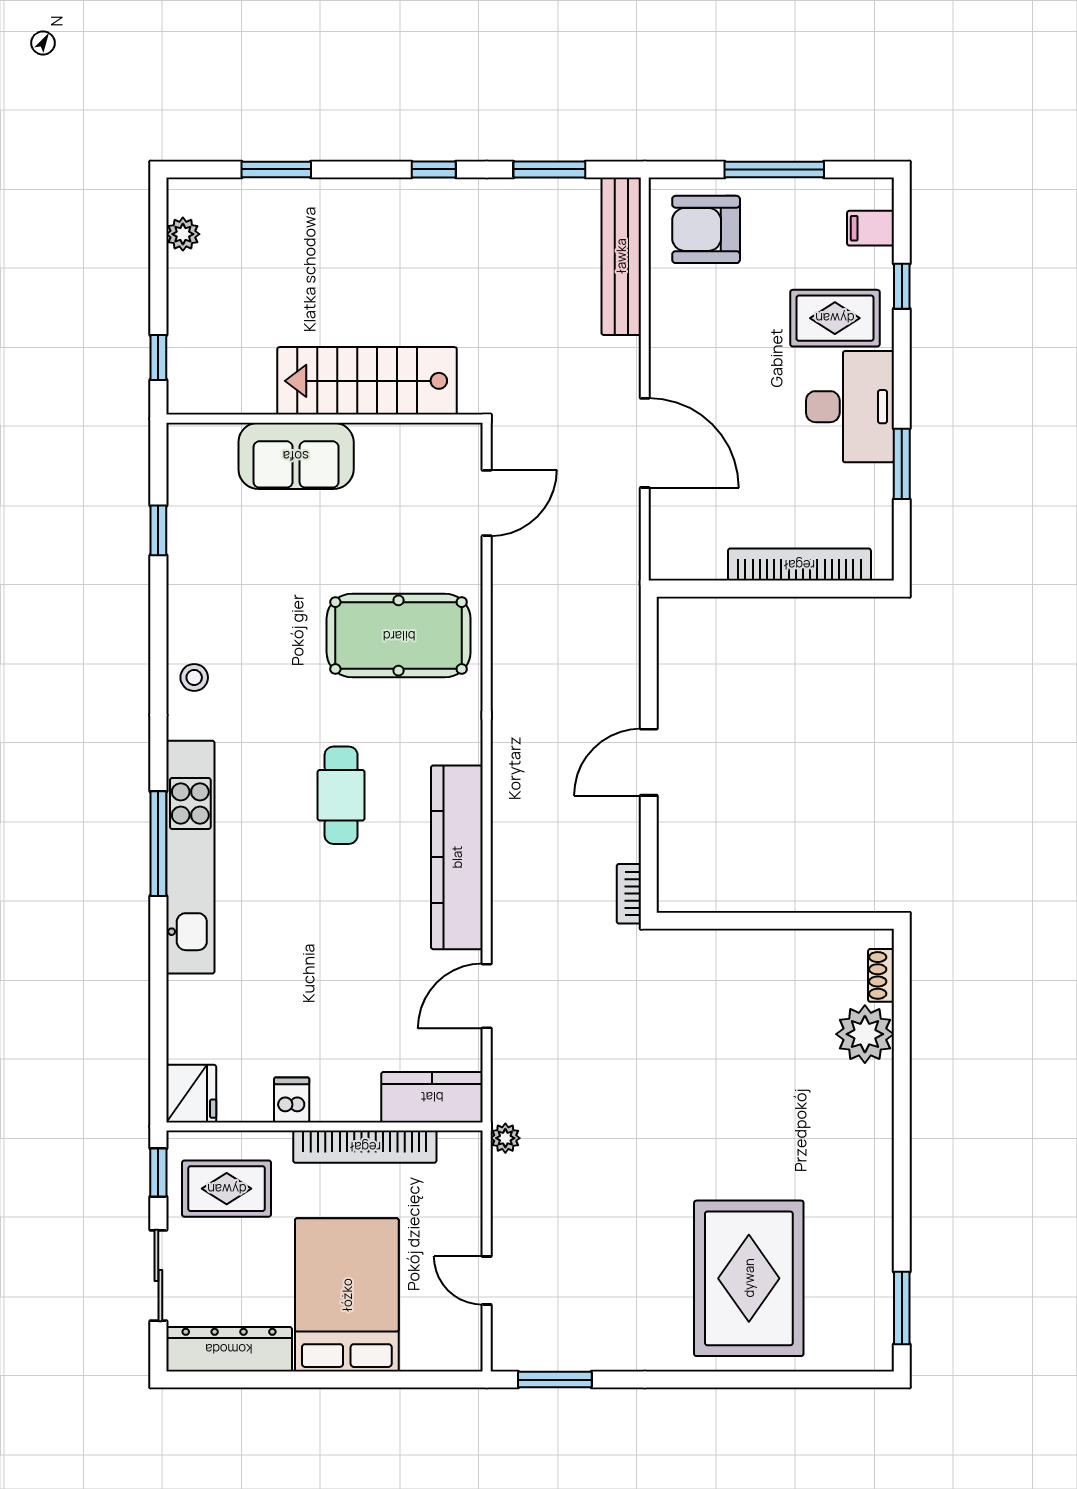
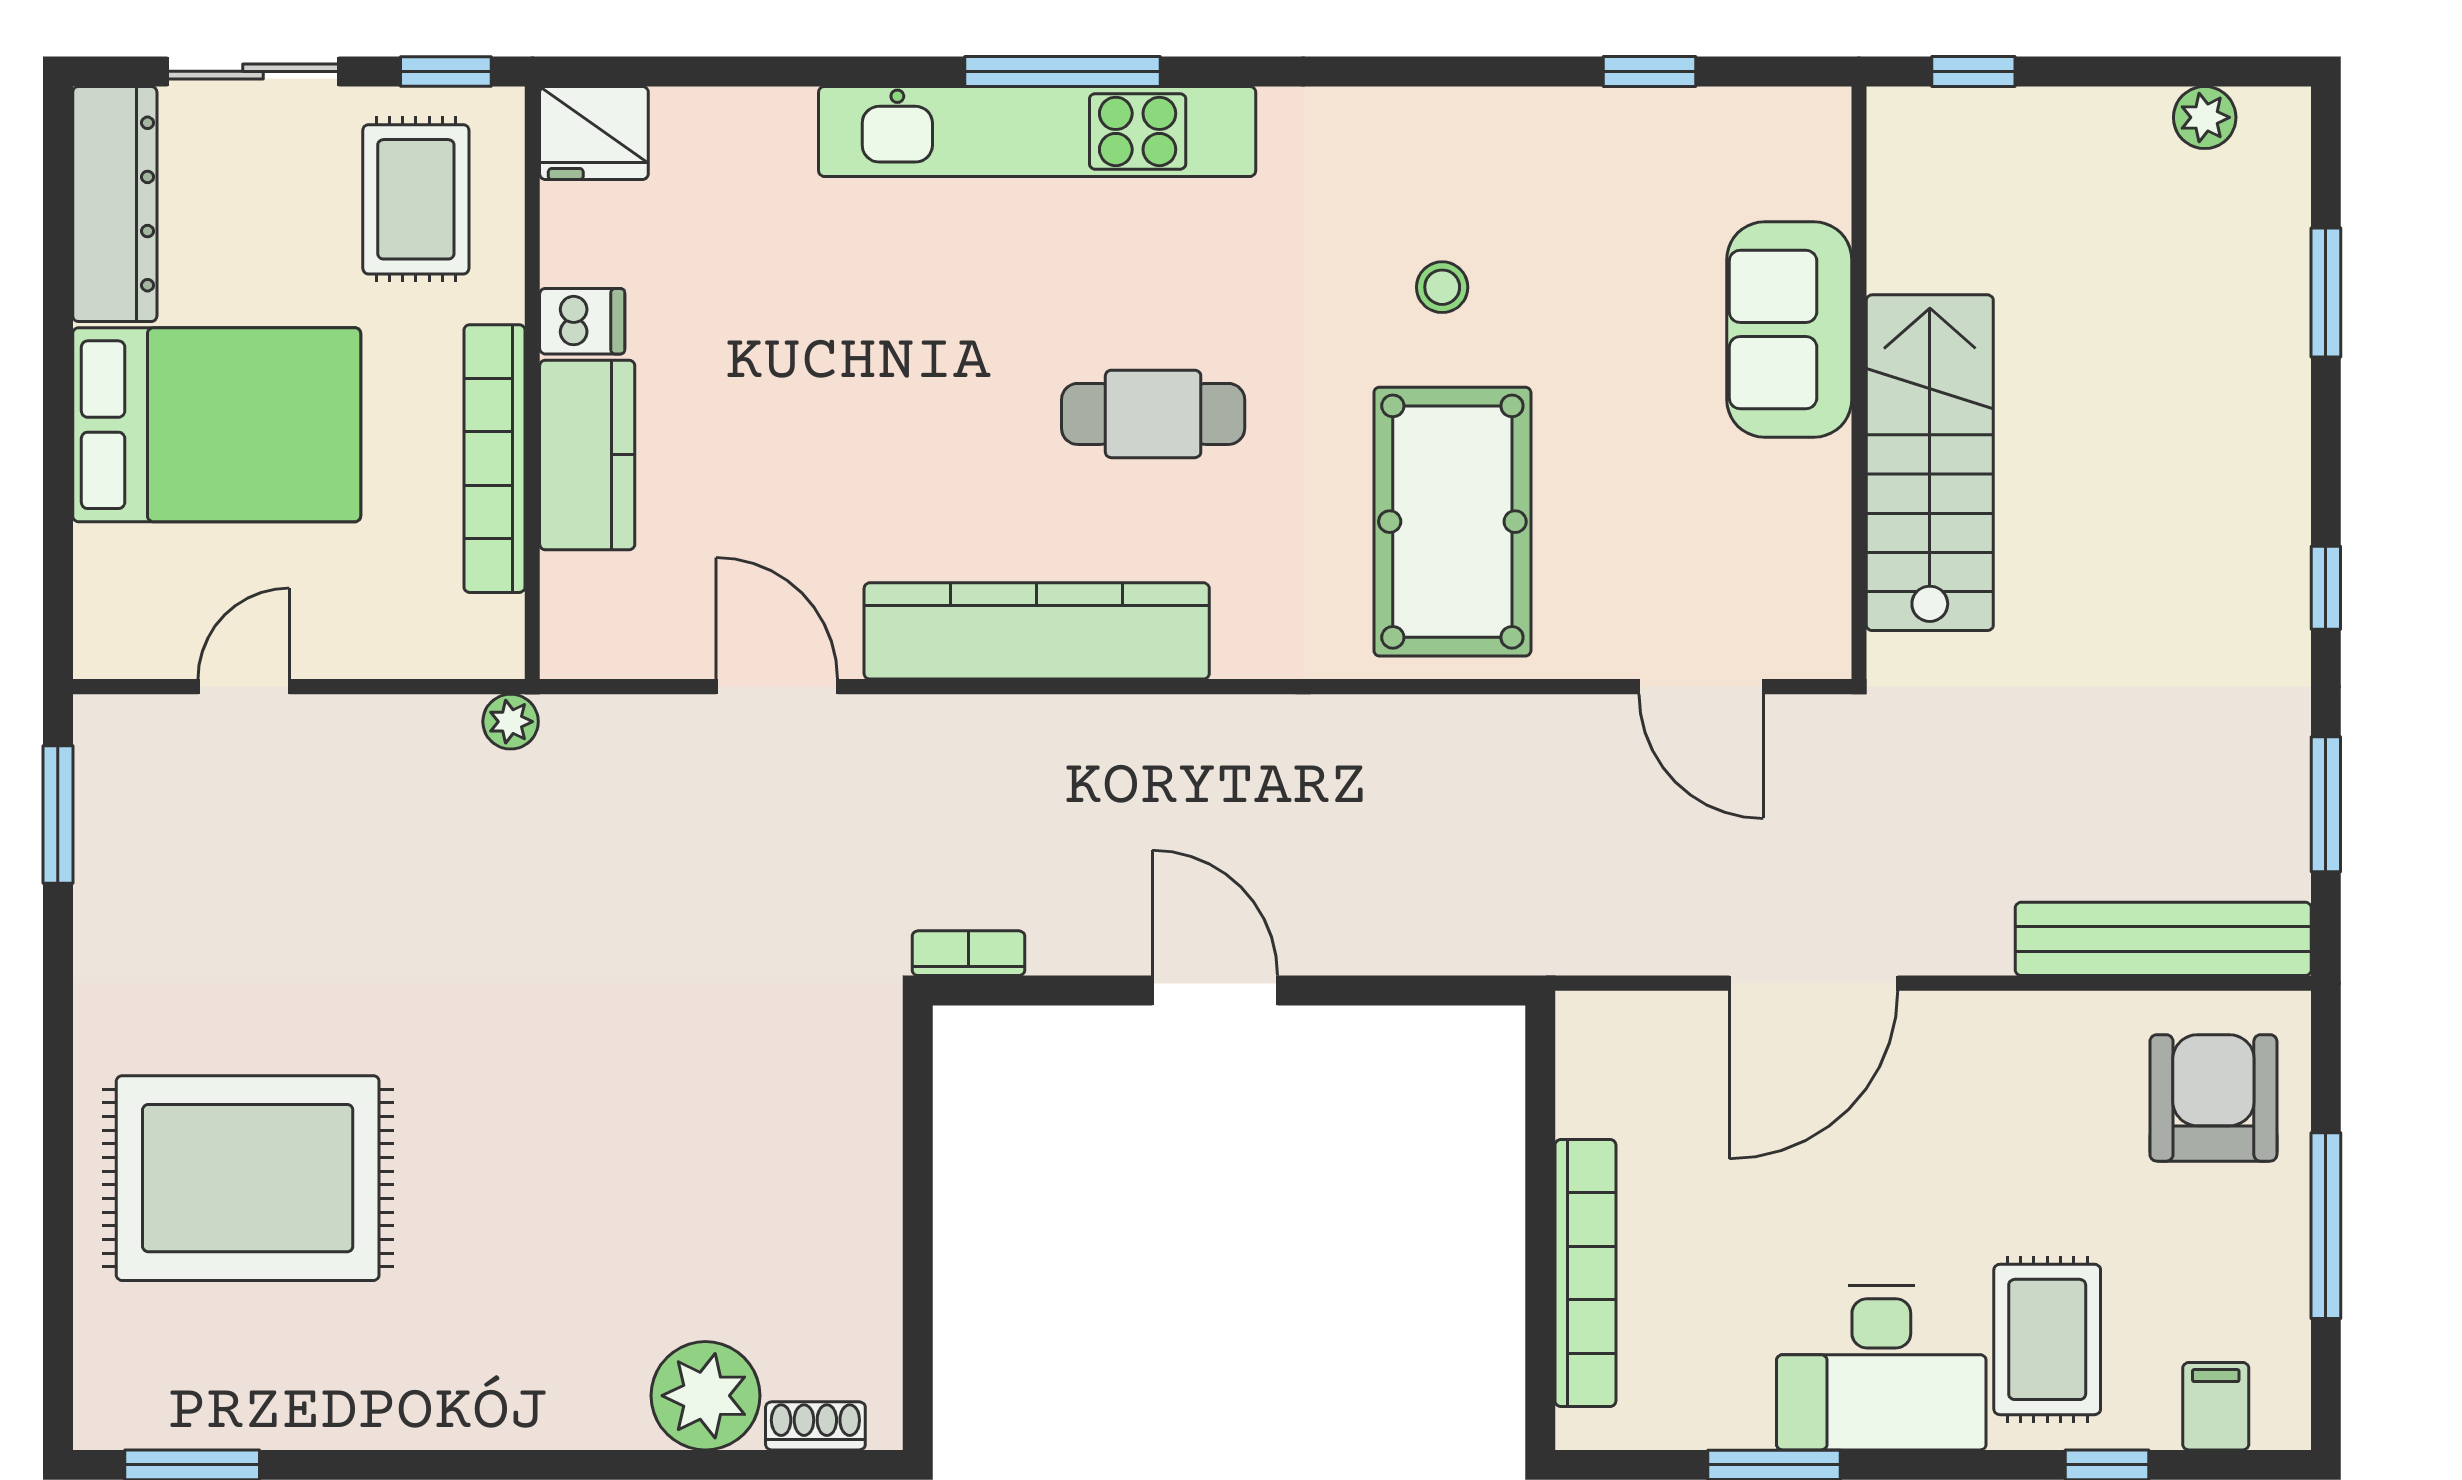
stool: (194, 677) -> (1442, 287), moved
kitchen counter: (432, 1097) -> (587, 455), moved

